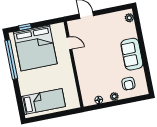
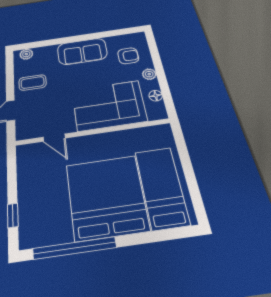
coffee table: (107, 25) -> (33, 83), added
door: (69, 43) -> (54, 138), swing flipped
bed: (35, 48) -> (106, 197), moved, turned -90
corner sofa: (91, 73) -> (109, 105), added

